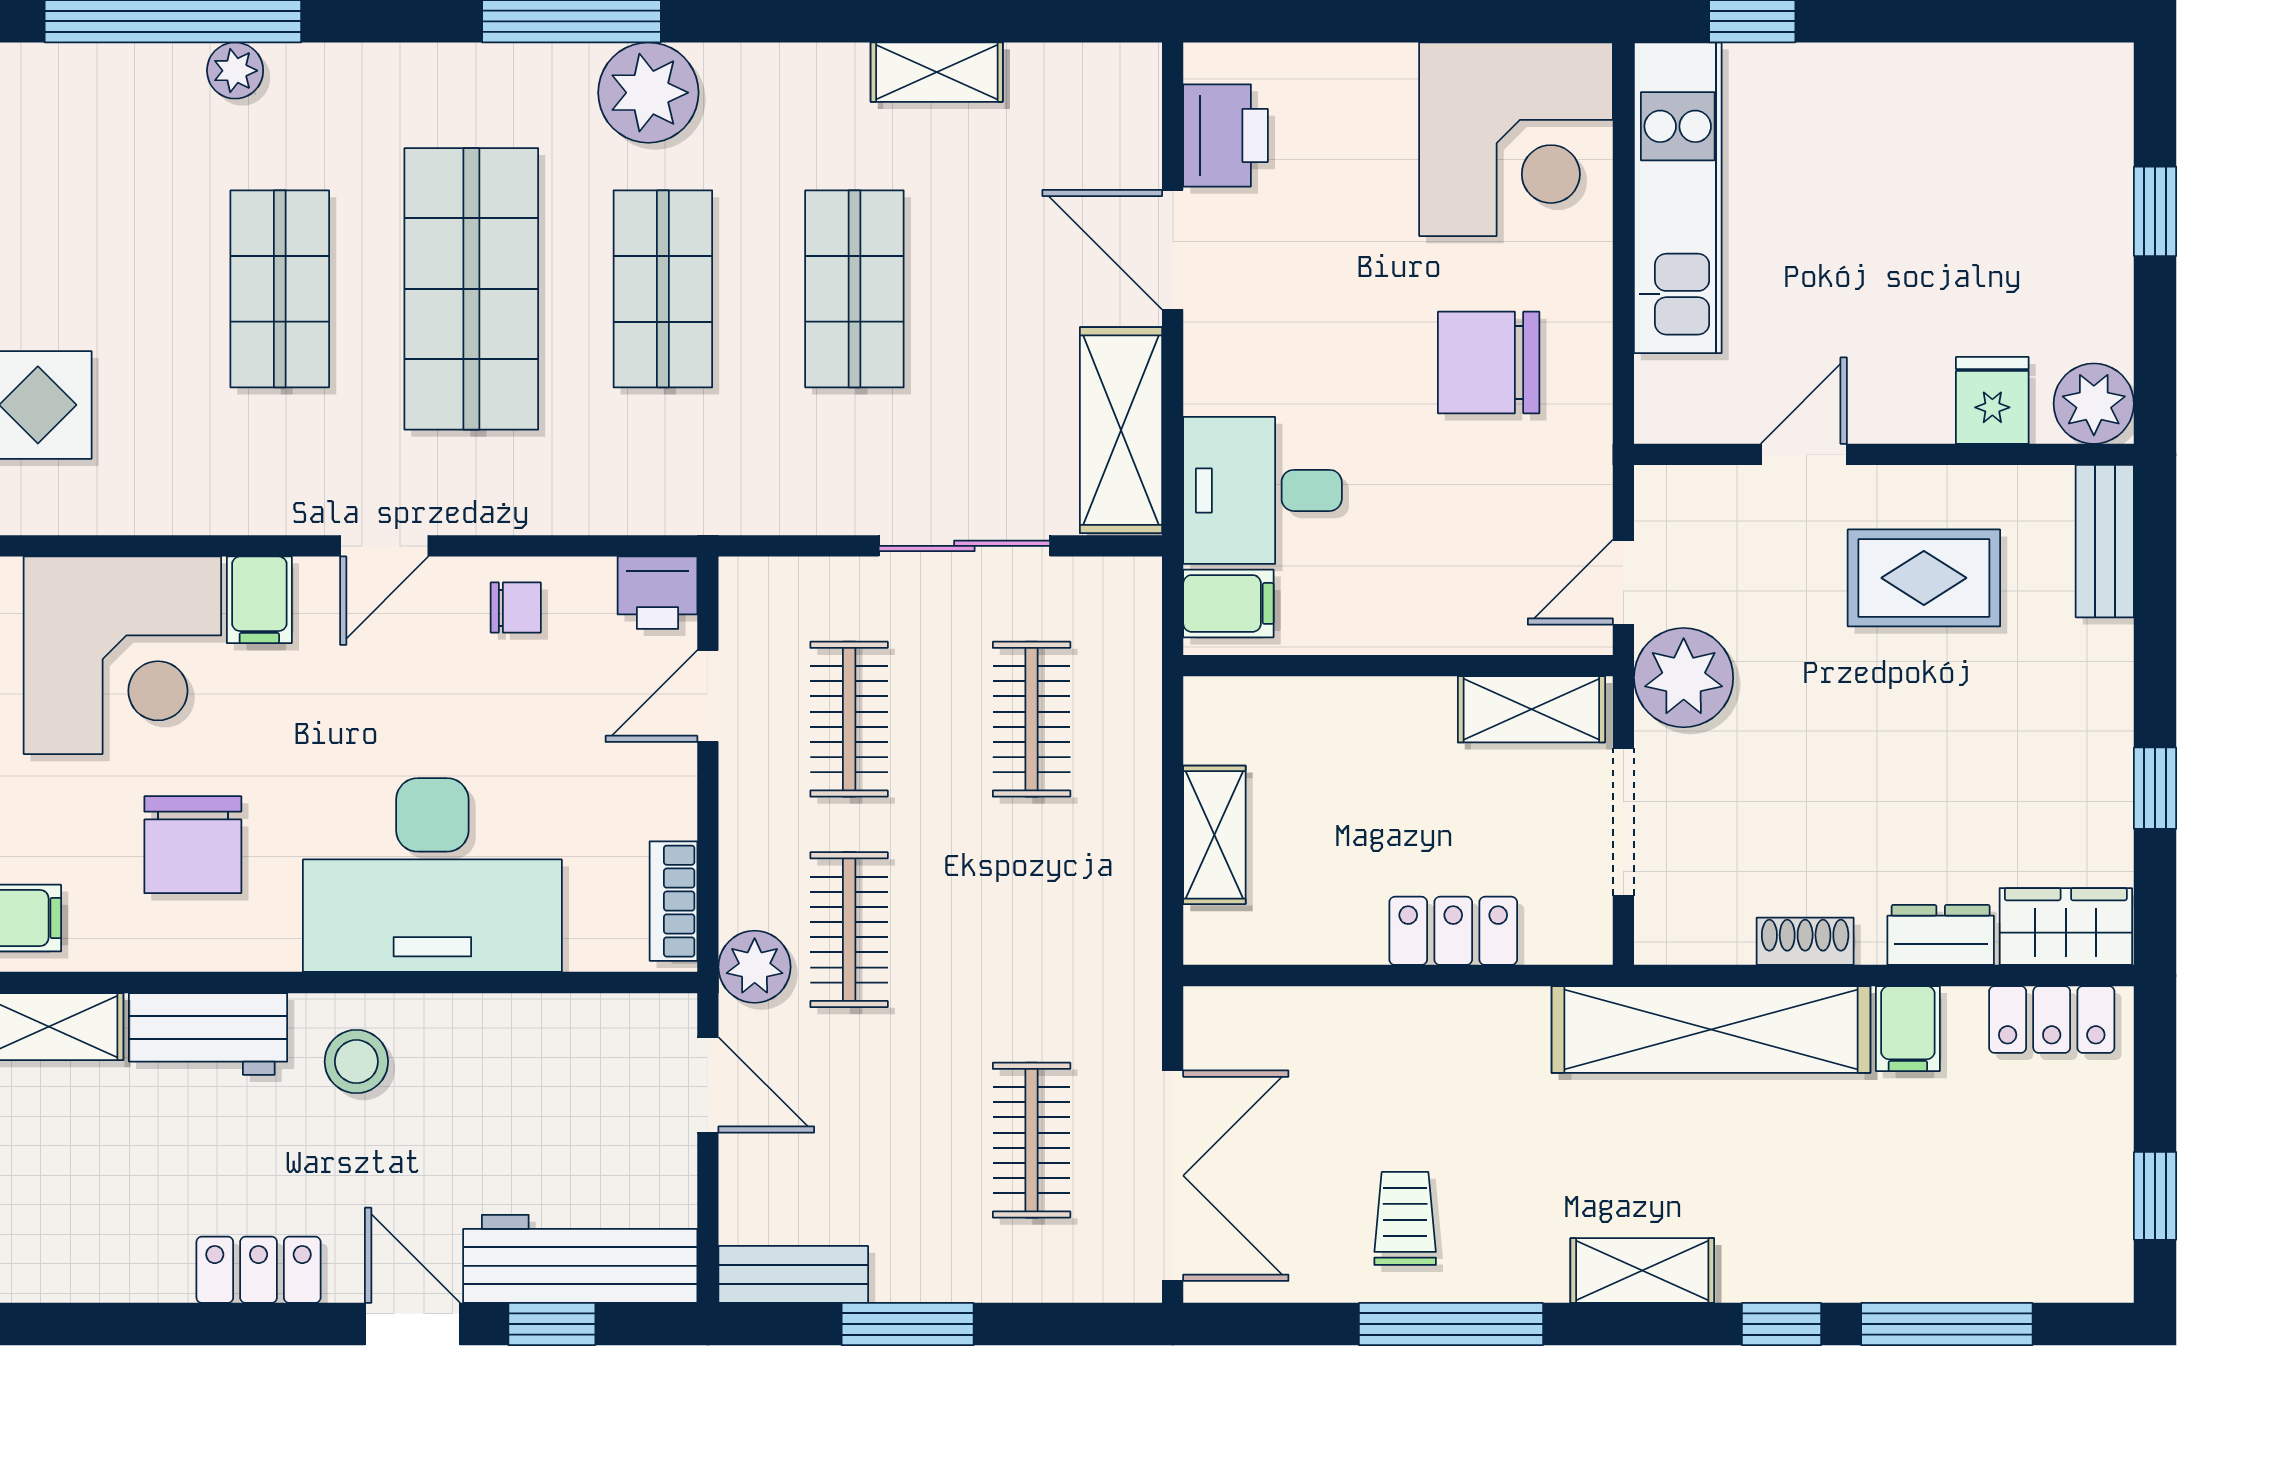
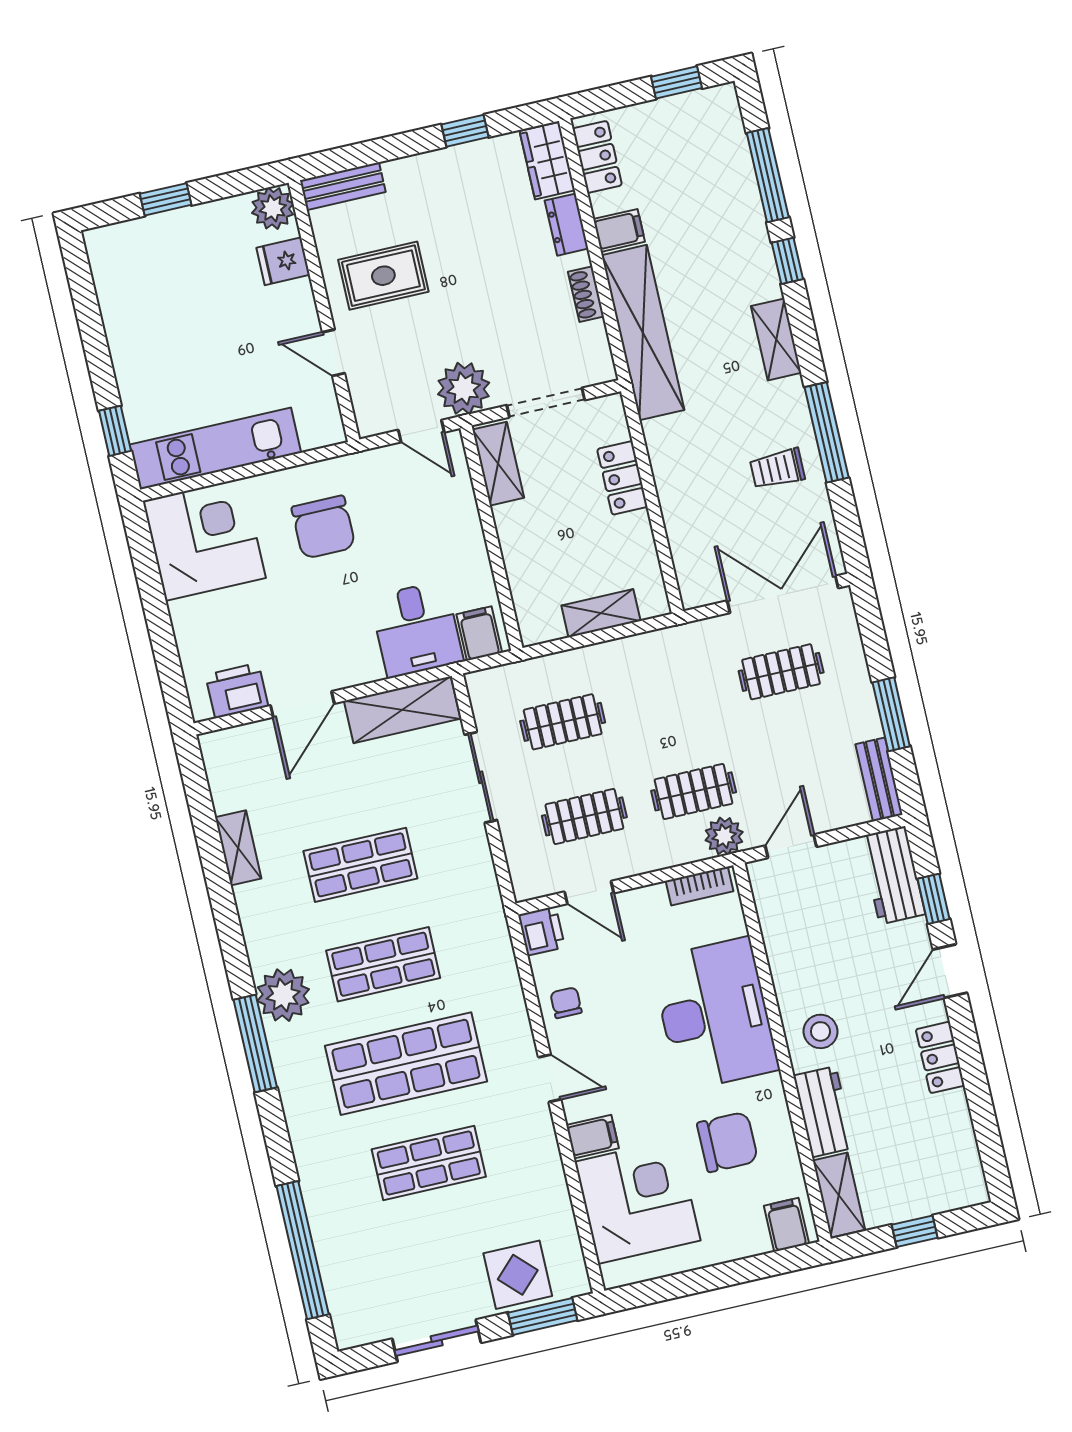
plant: (235, 71) -> (321, 1212), removed
rug: (1924, 578) -> (383, 276), turned 90
workbench: (580, 1259) -> (892, 875), width x0.73

